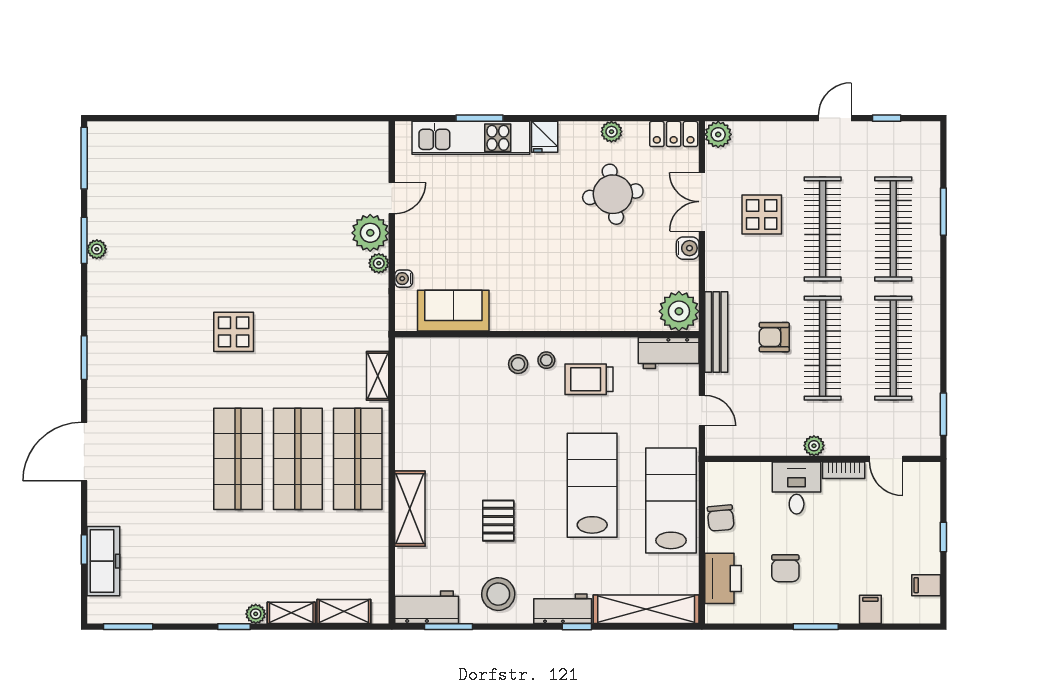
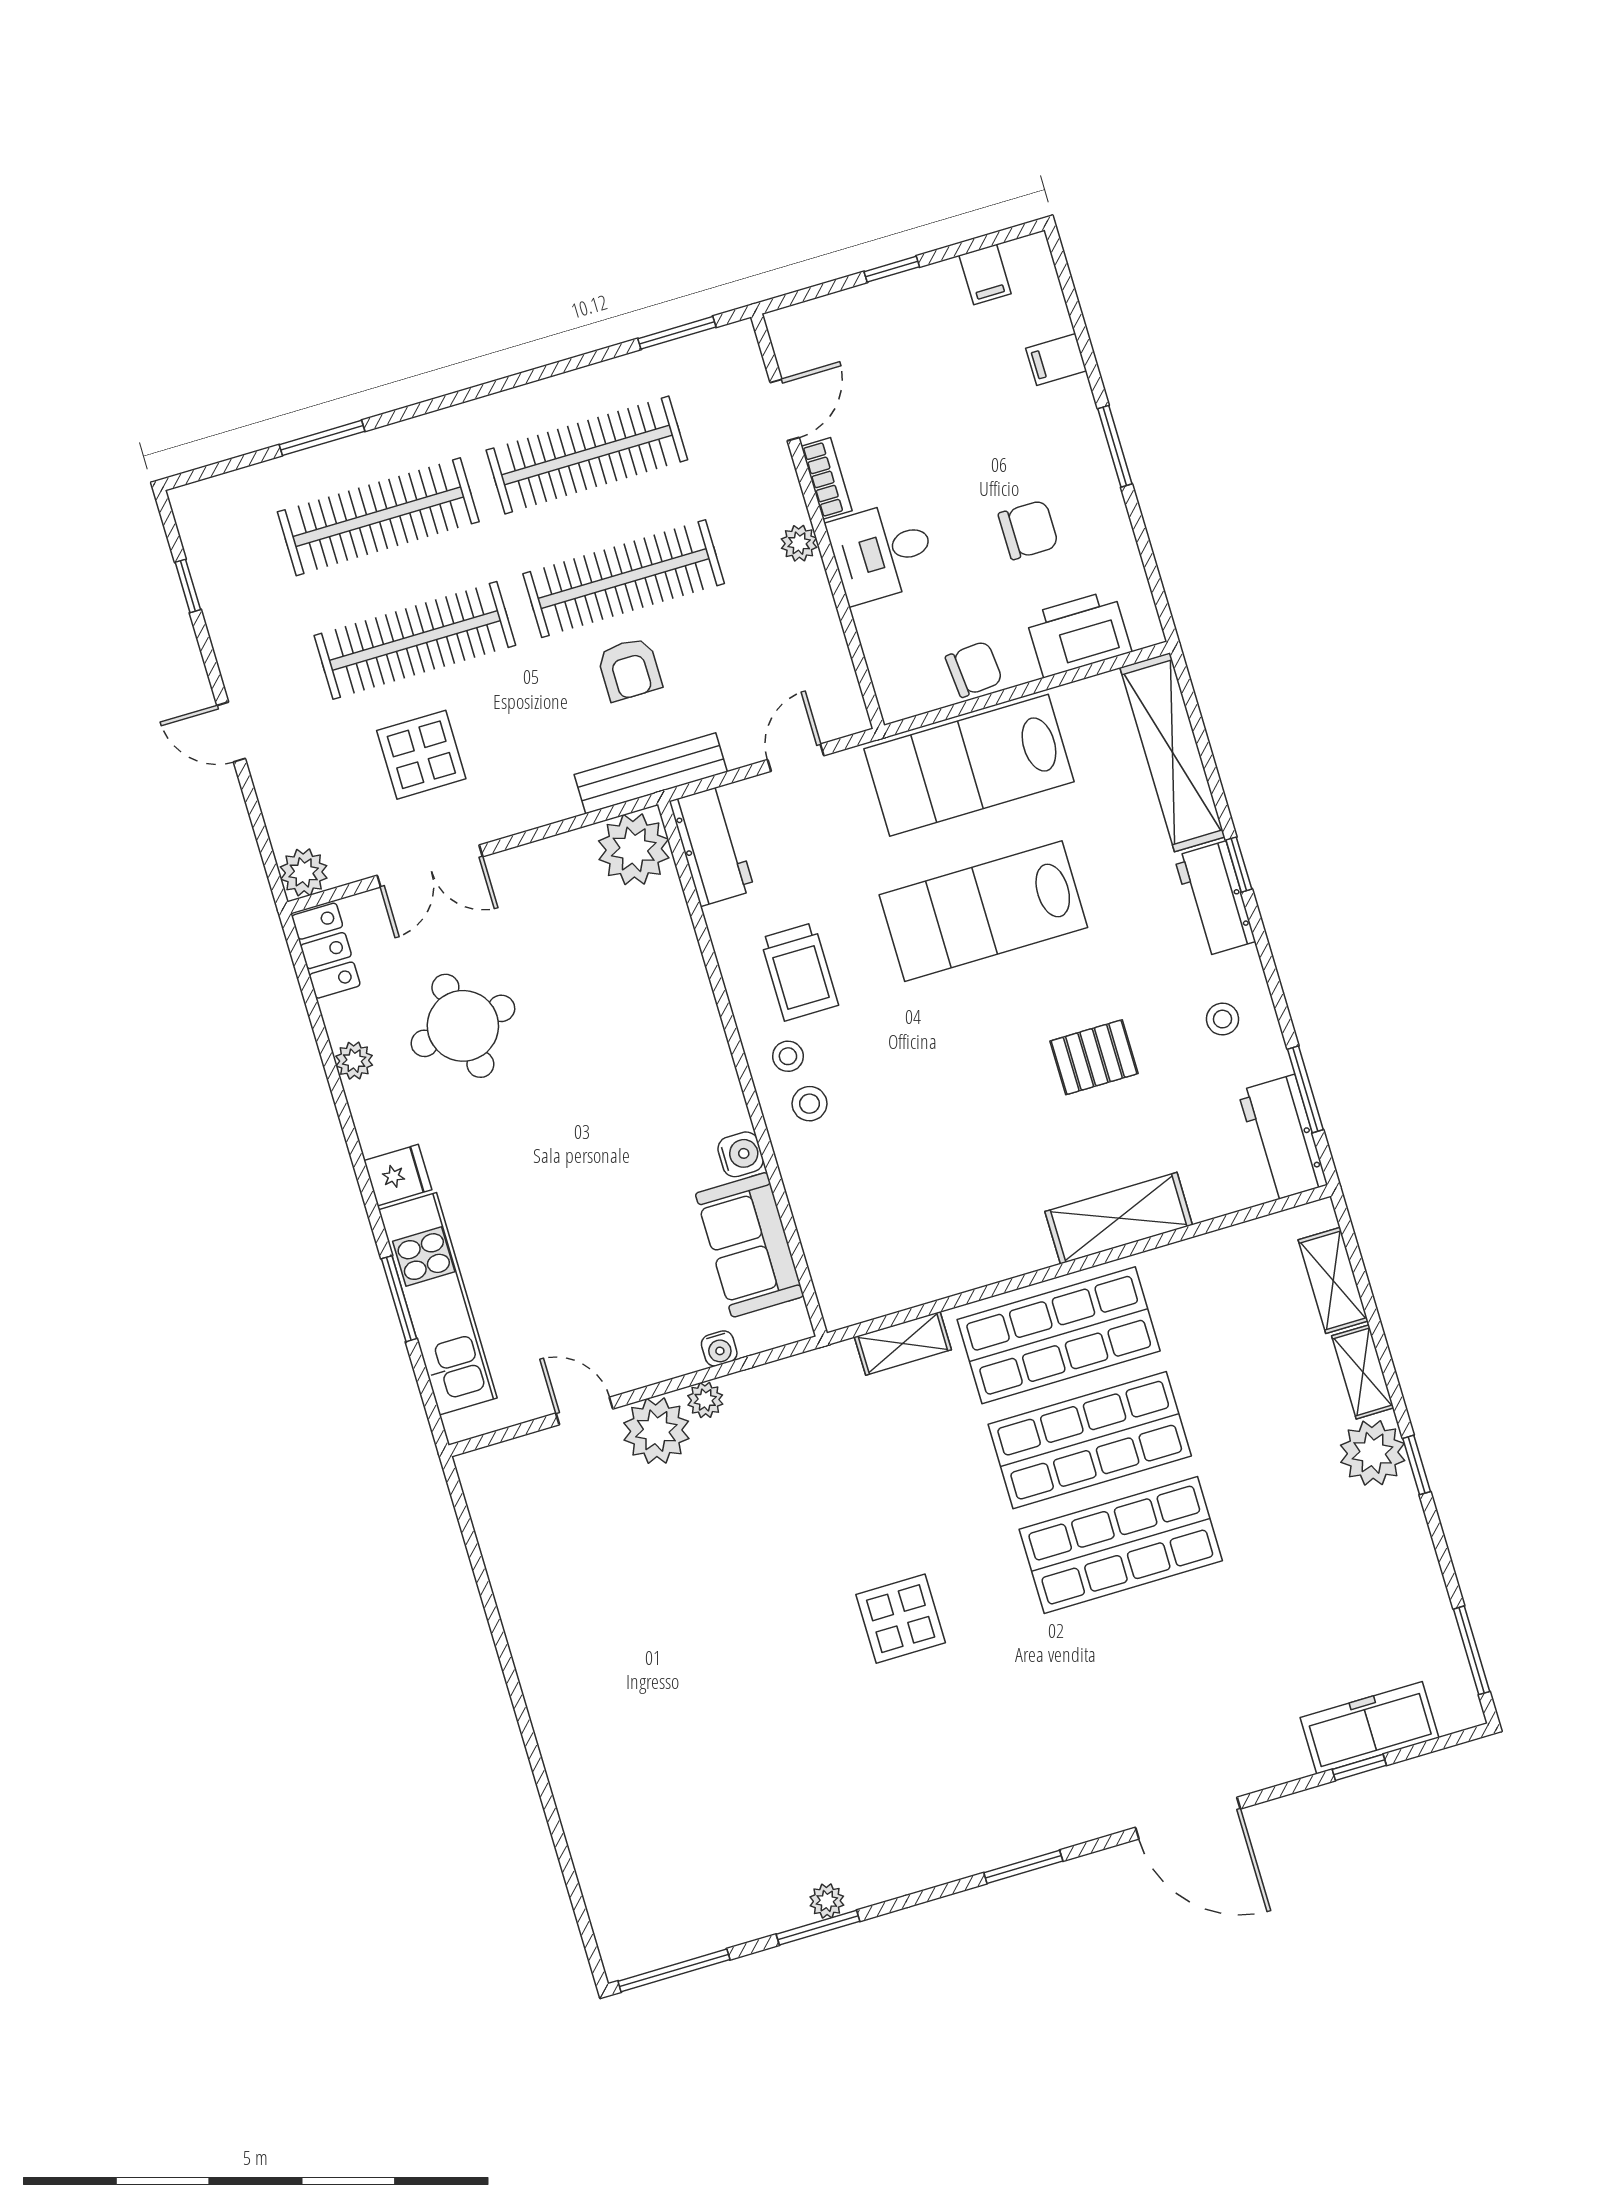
door: (835, 118) -> (231, 732), moved
water cooler: (688, 248) -> (741, 1154), moved, turned 90
stool: (498, 594) -> (1223, 1019), width x0.53, depth x0.53
plant: (256, 614) -> (1373, 1453), width x1.88, depth x1.88

